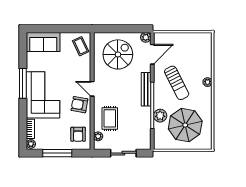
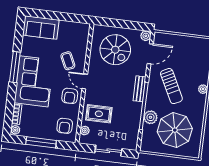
coffee table: (81, 46) -> (68, 61), moved
spiral stairs: (118, 54) -> (115, 50), turned 90
bench: (146, 89) -> (139, 89), width x0.73
armchair: (79, 105) -> (70, 96), turned -100
rug: (110, 118) -> (99, 114), turned 90

